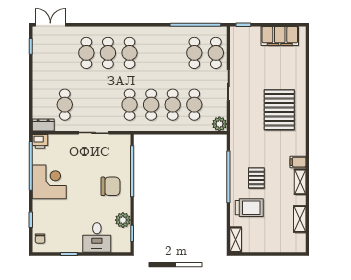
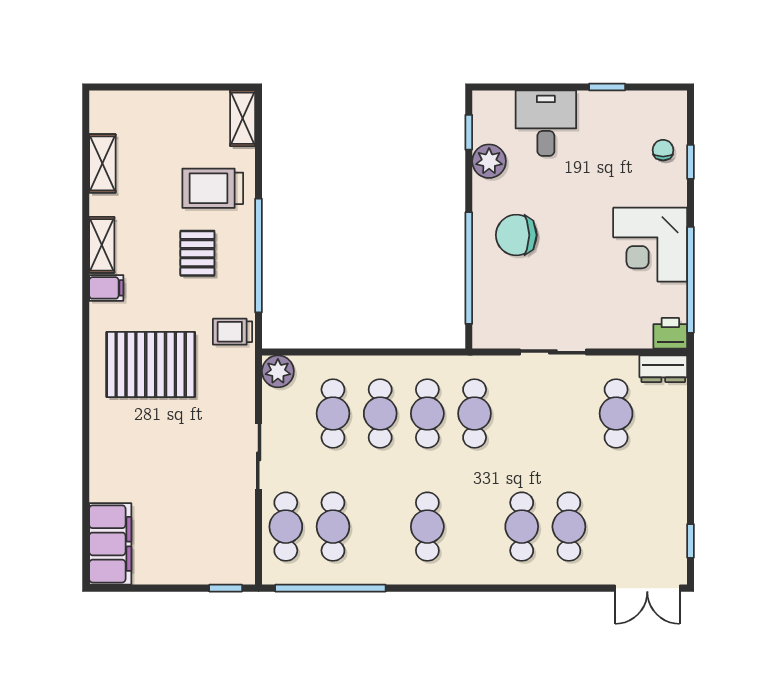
filing cabinet: (280, 36) -> (110, 544), moved, turned 90
cafe table: (130, 53) -> (427, 527), moved
pallet: (279, 110) -> (151, 364), moved, turned 90
trolley: (240, 142) -> (233, 332), added
chair: (40, 239) -> (663, 150), moved

